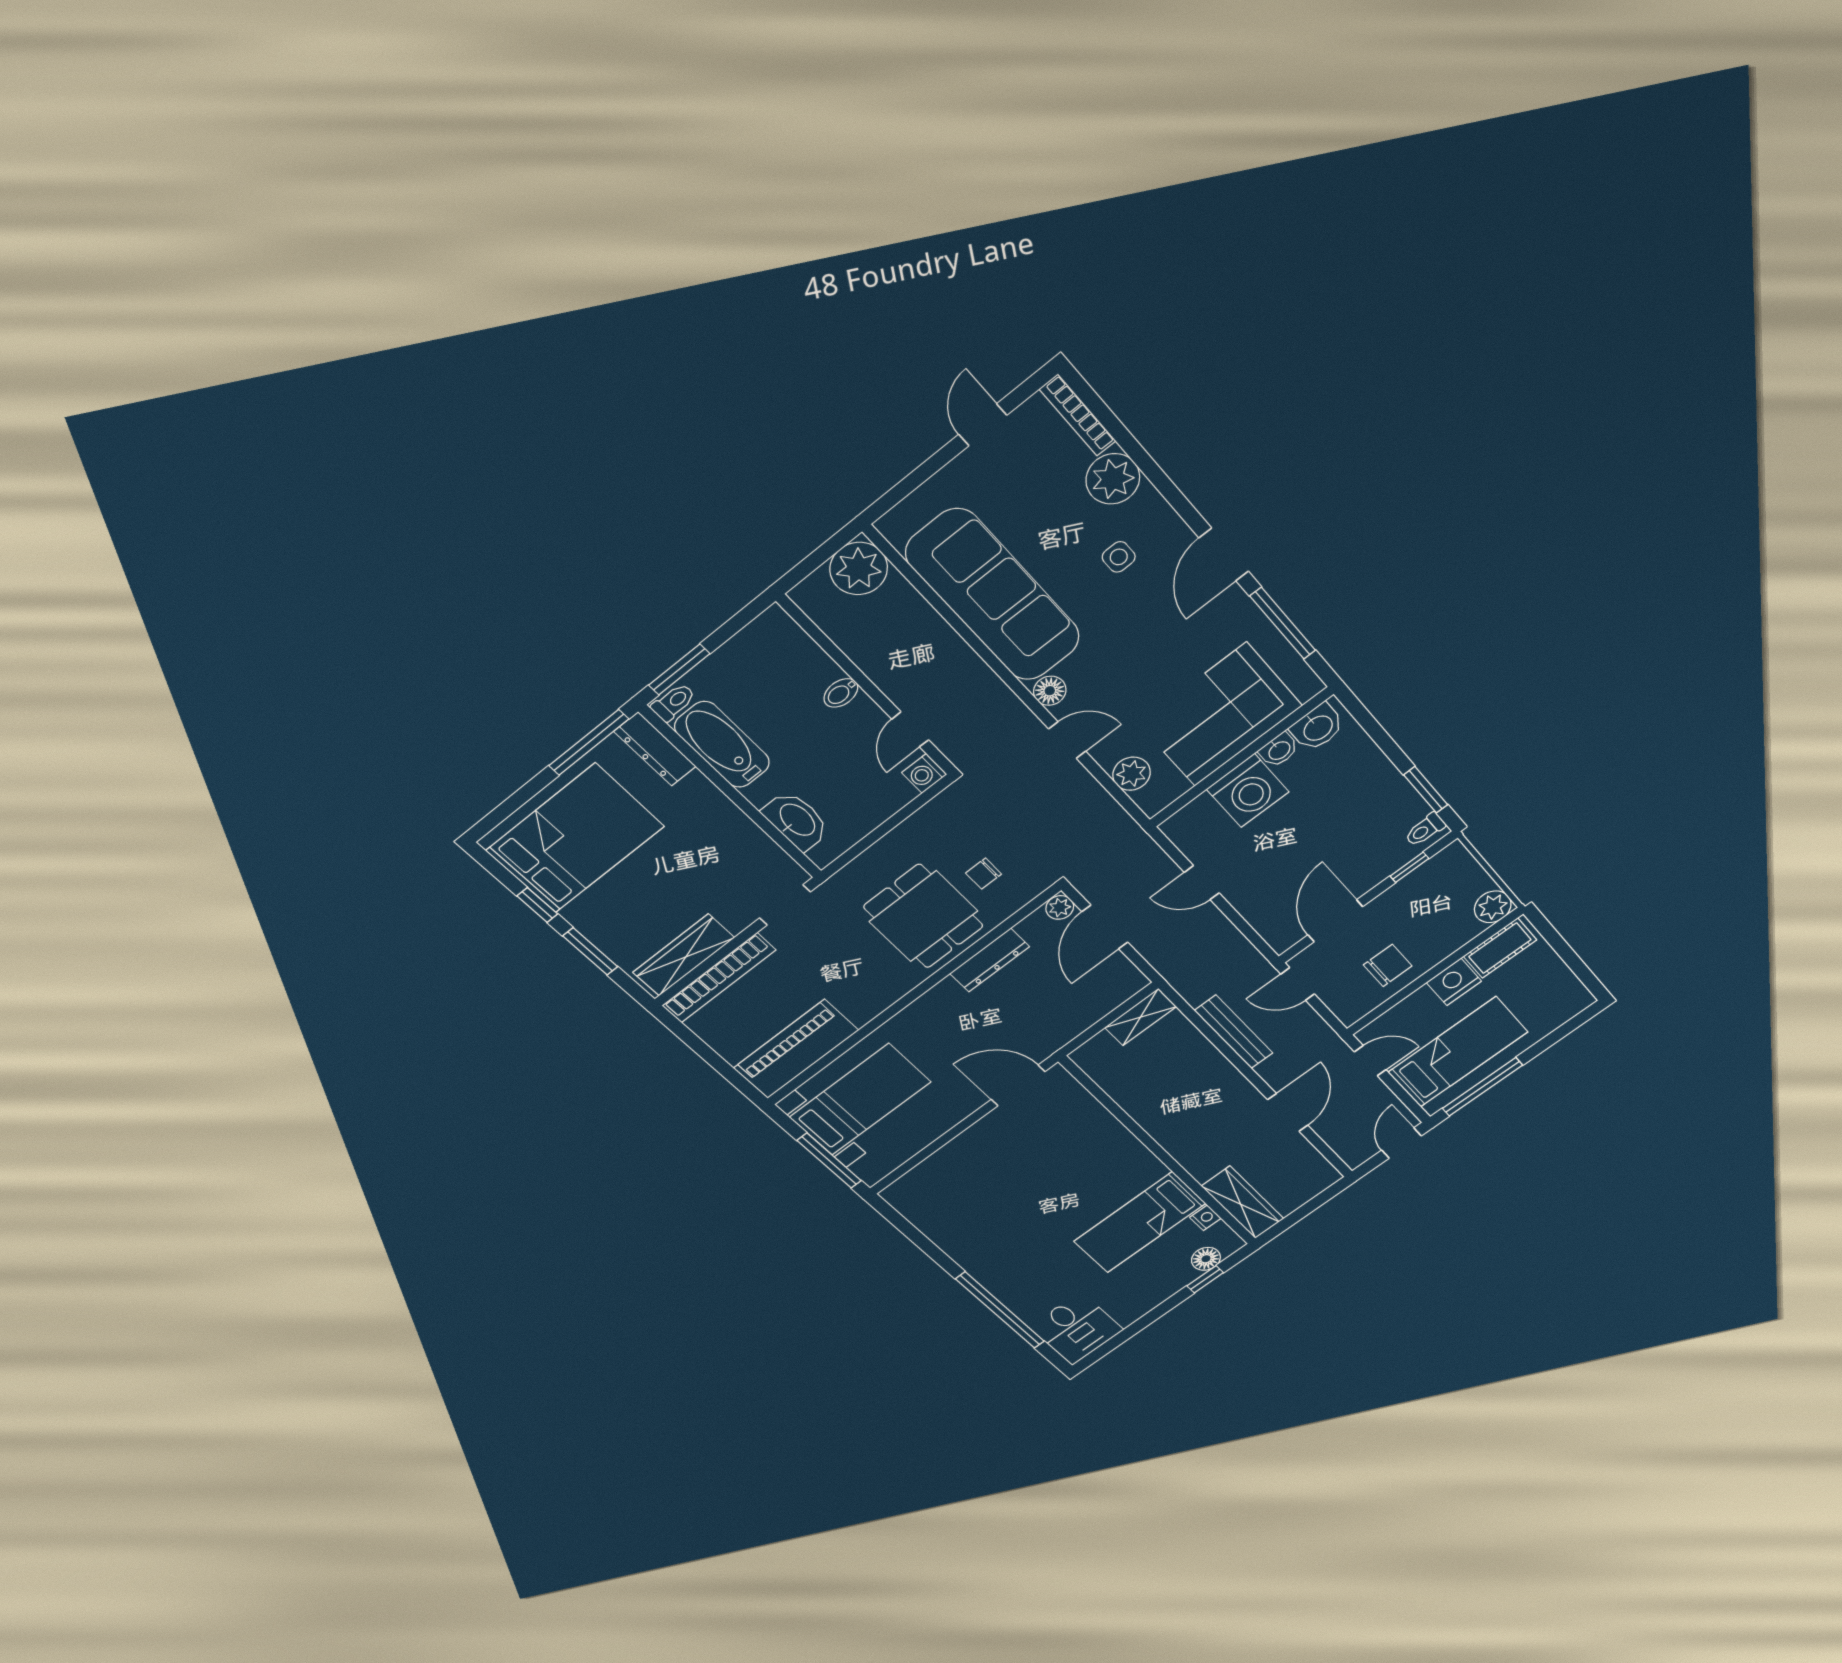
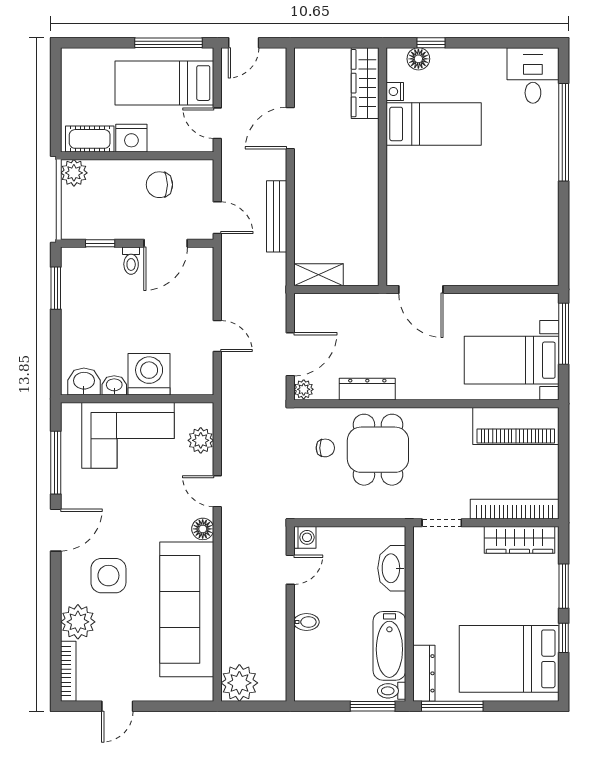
side table: (1119, 557) -> (108, 576), width x1.87, depth x1.87
toilet: (1425, 830) -> (131, 261), moved, turned 90

